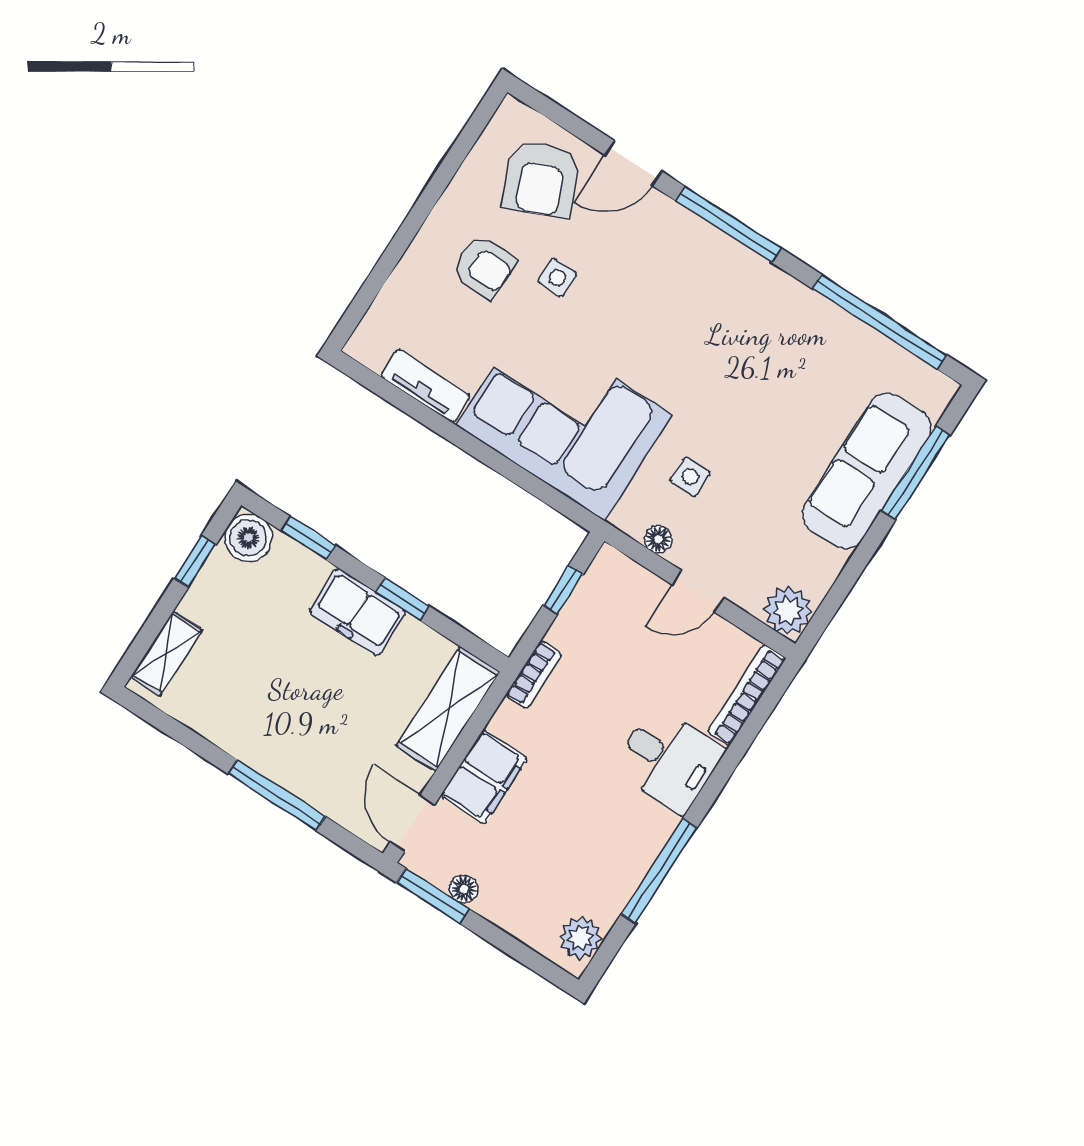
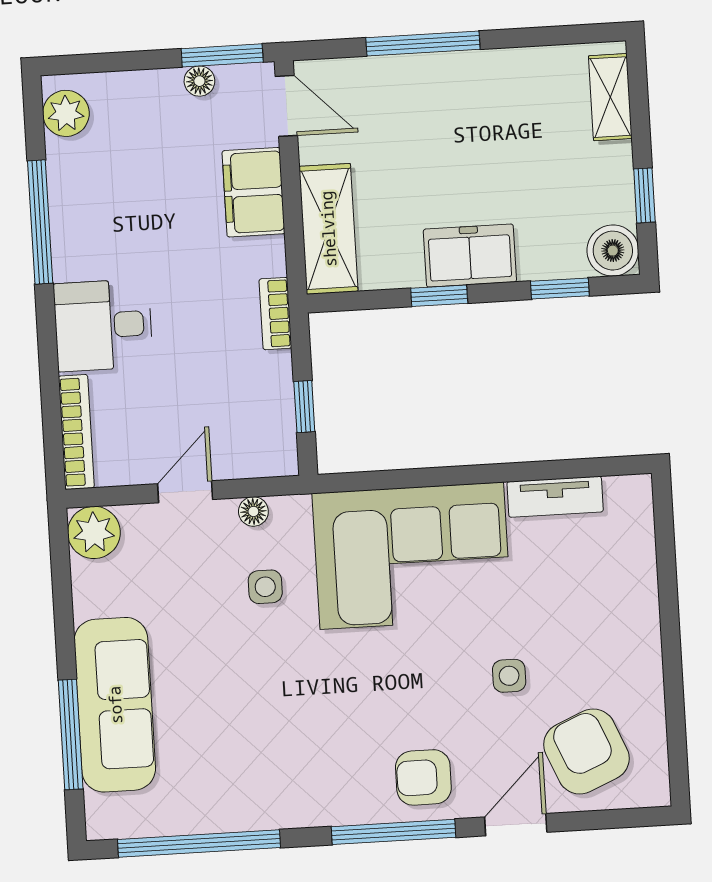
armchair: (484, 267) -> (423, 777), moved

